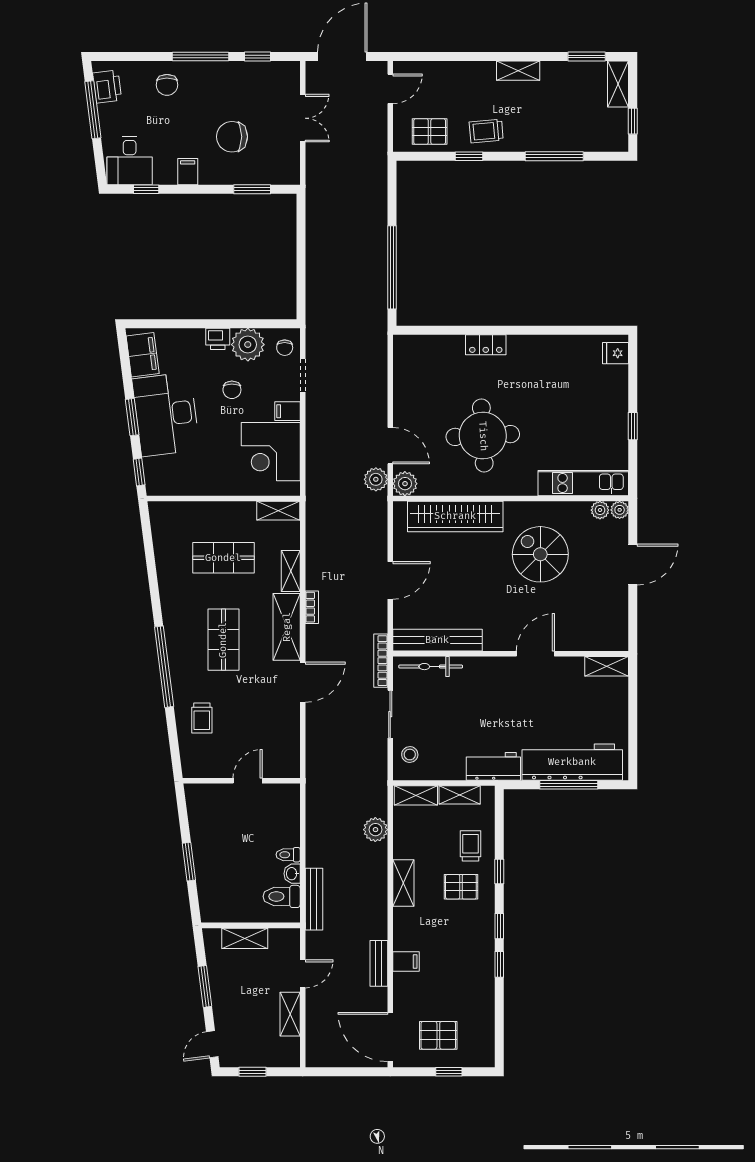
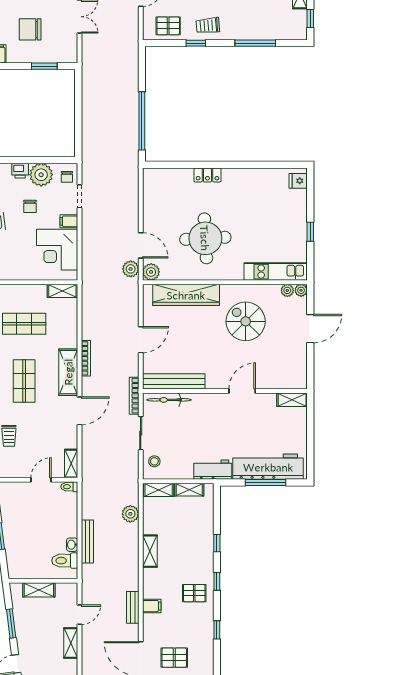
shelving: (291, 571) -> (71, 464), moved
bookcase: (312, 607) -> (86, 358), width x1.56
trolley: (471, 846) -> (197, 525), removed
toilet: (288, 855) -> (69, 487), moved
pallet: (461, 887) -> (194, 593), moved
bench: (314, 899) -> (87, 542), moved
window: (499, 964) -> (217, 630), moved

